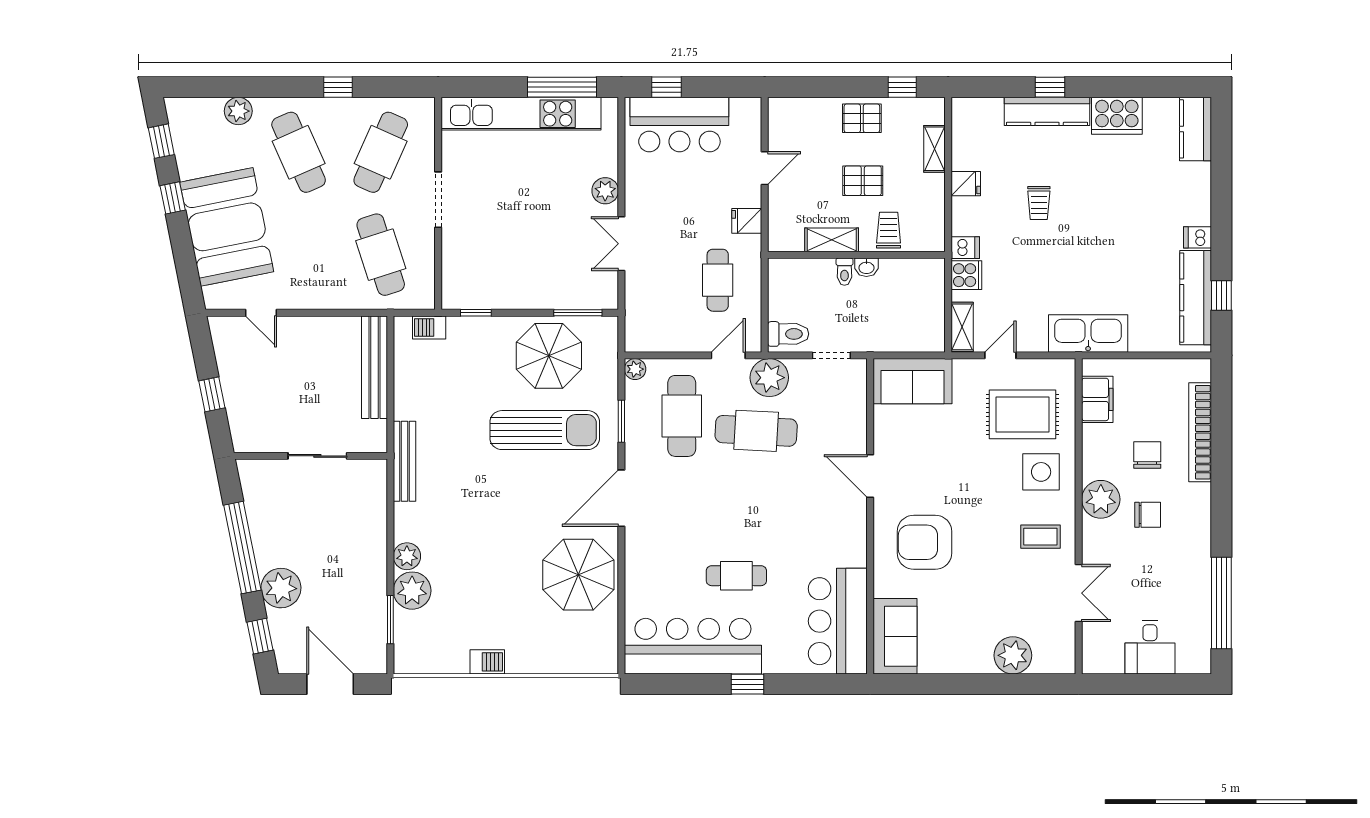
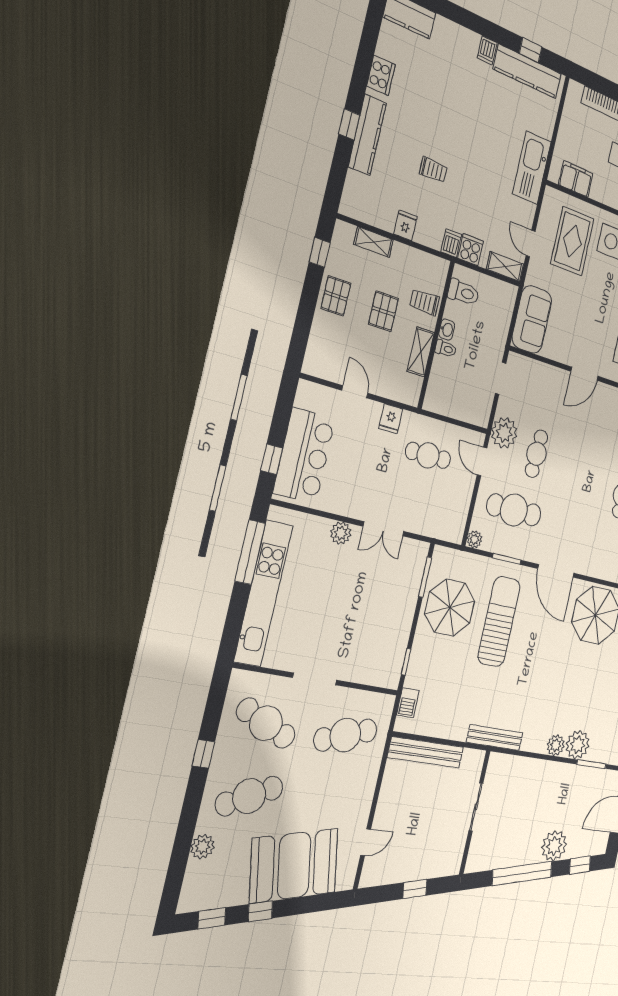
cooker: (1117, 116) -> (381, 75), width x0.73, depth x0.76
toilet: (788, 334) -> (463, 293), moved, turned 90
cafe table: (756, 431) -> (537, 454), width x0.73, depth x0.74

